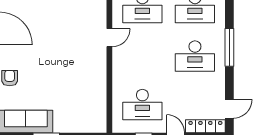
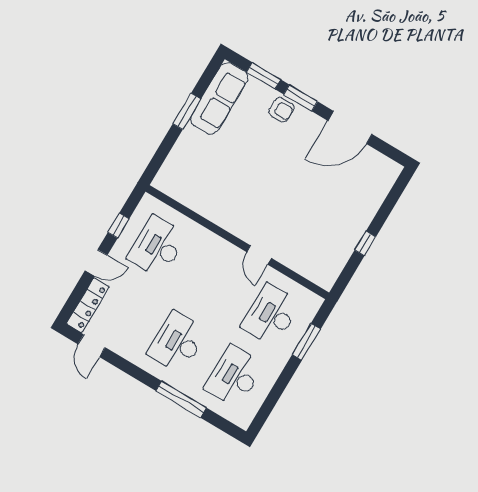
window: (229, 47) -> (181, 399), moved

